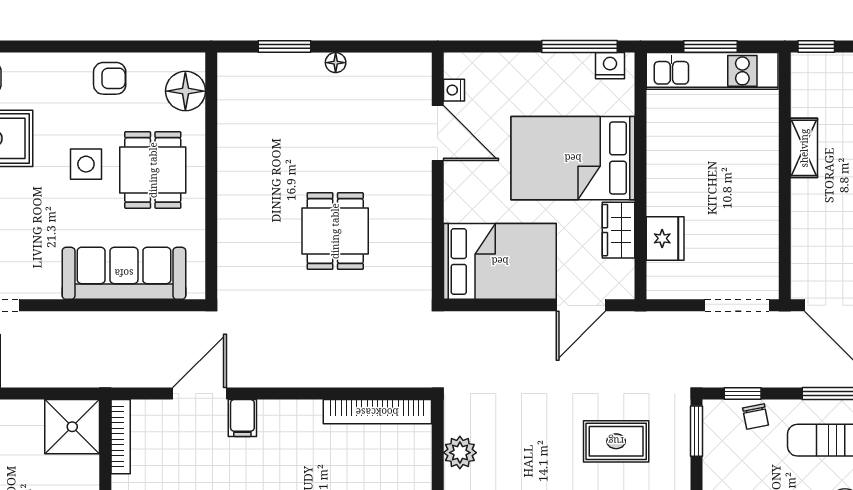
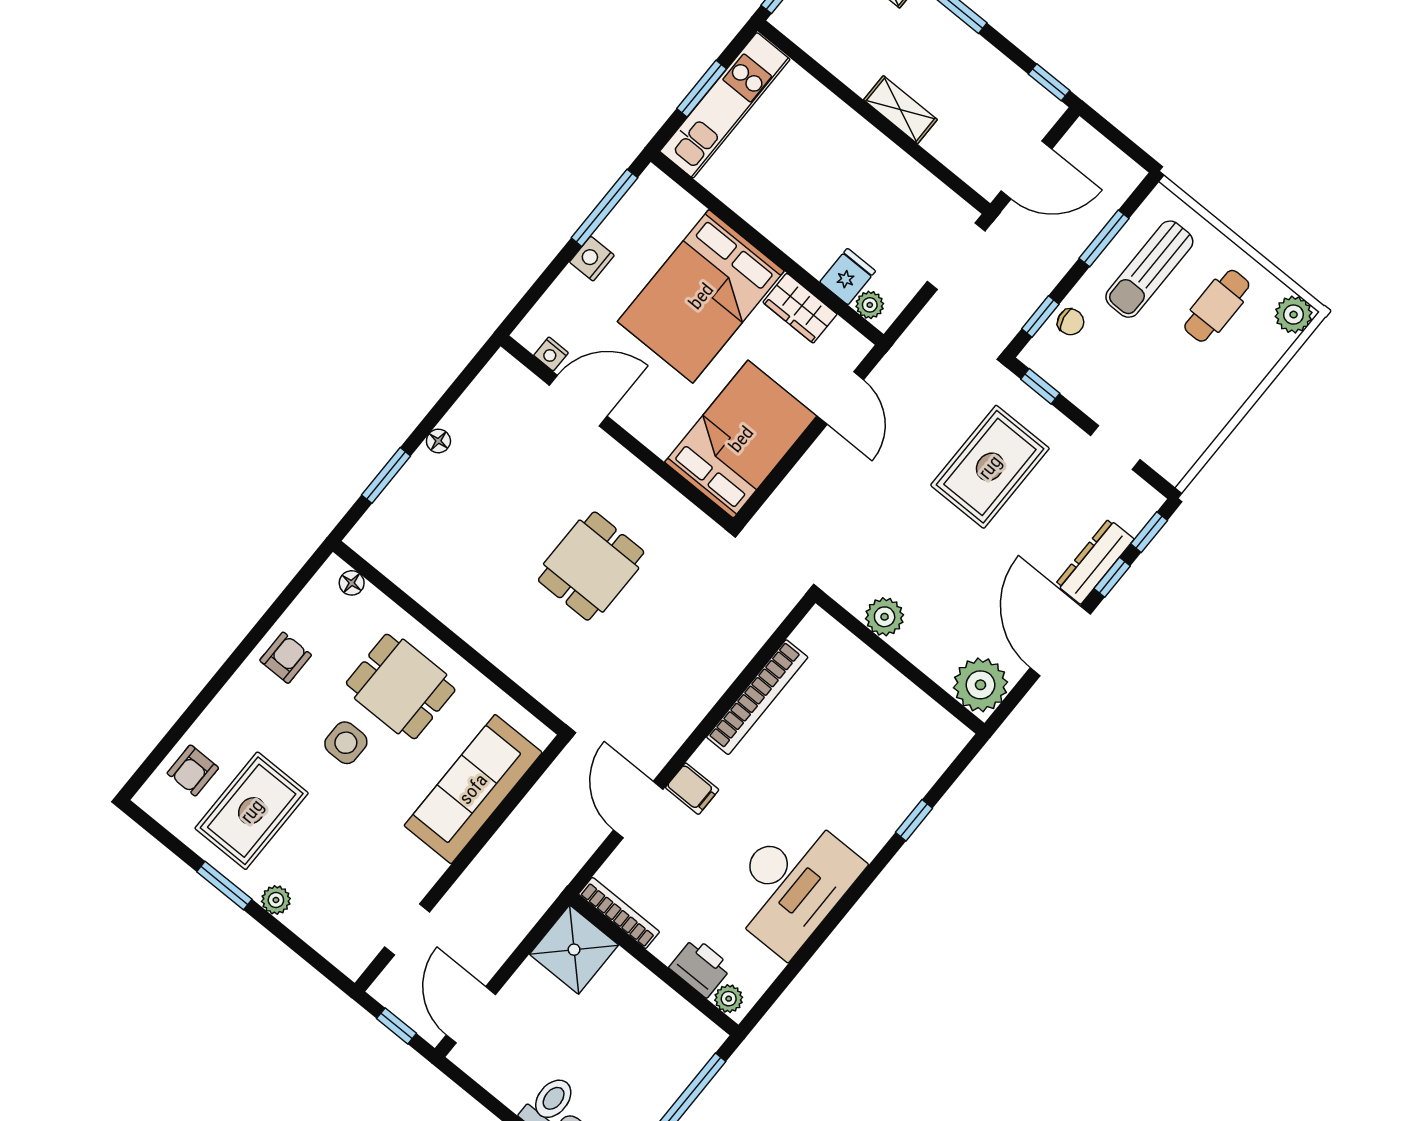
nightstand: (610, 66) -> (592, 259), moved
floor lamp: (185, 91) -> (352, 583), width x0.53, depth x0.53
shelving: (804, 148) -> (900, 110), moved
dining table: (335, 231) -> (591, 566), turned 90
fridge: (665, 238) -> (848, 276), width x0.72
plant: (658, 274) -> (870, 305), added
bookcase: (377, 412) -> (757, 697), moved
window: (696, 431) -> (1040, 386), width x0.67
rug: (616, 441) -> (990, 467), width x1.36, depth x1.43

